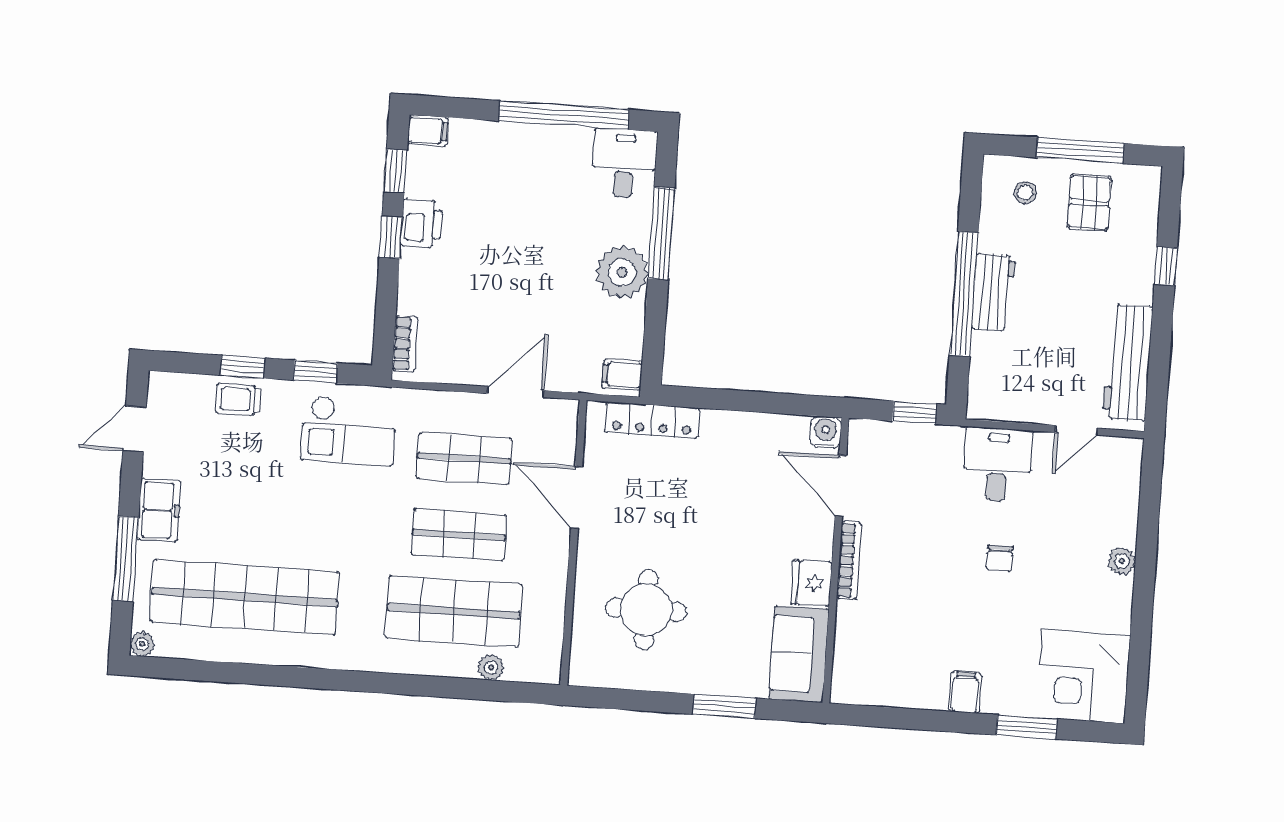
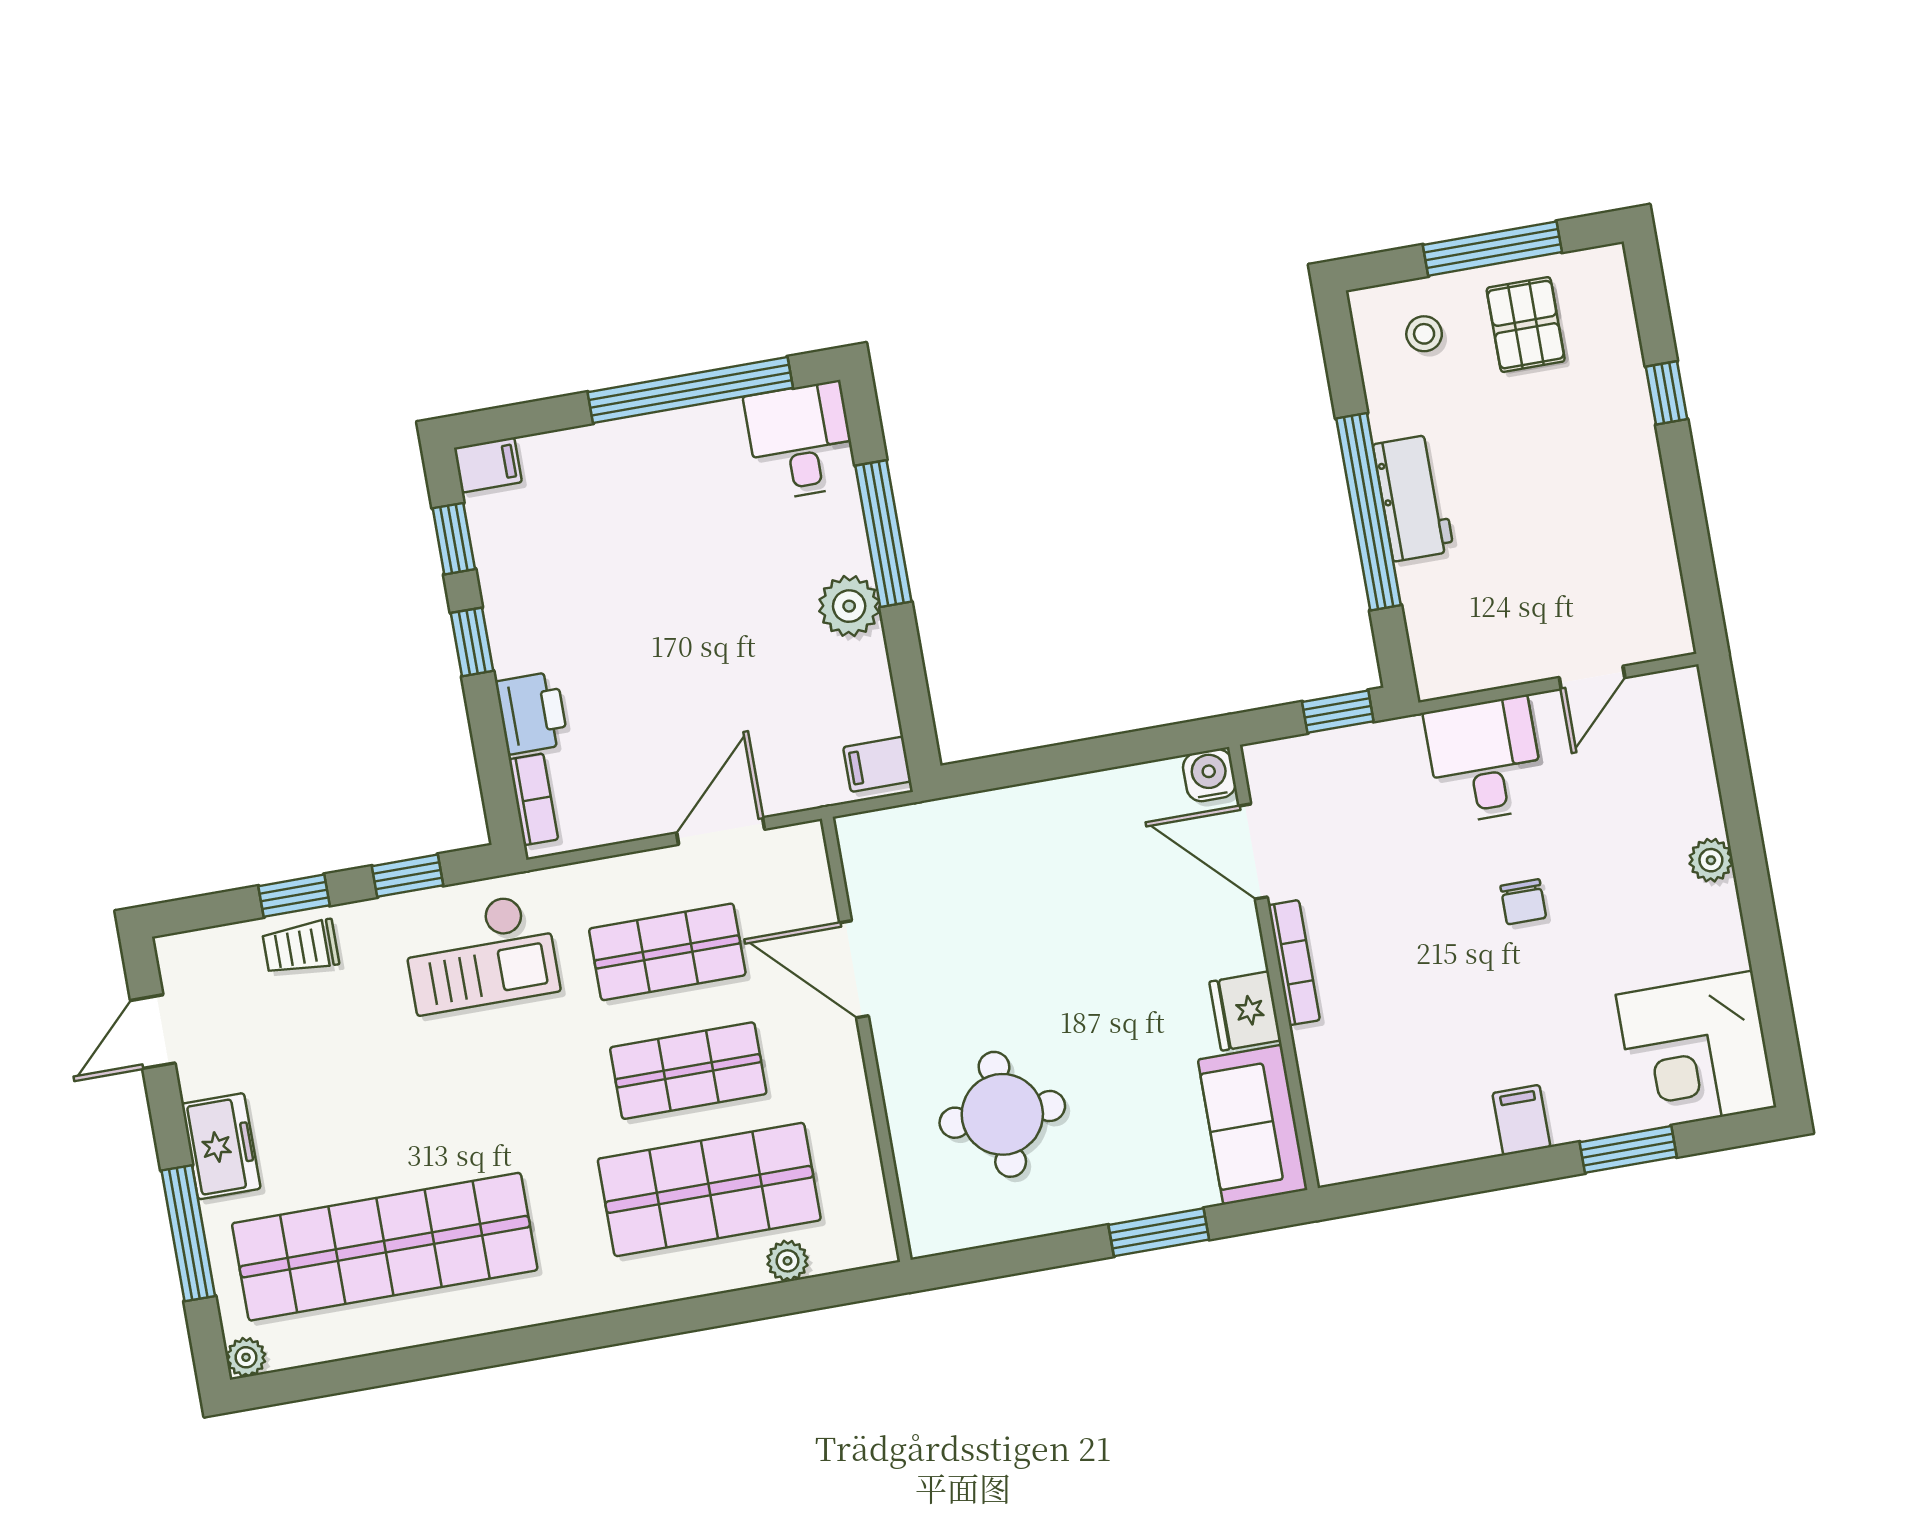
printer: (422, 223) -> (532, 713), moved
plant: (622, 272) -> (849, 606), width x0.73, depth x0.73
workbench: (1128, 362) -> (1645, 555), removed
locker: (652, 420) -> (940, 822), removed

